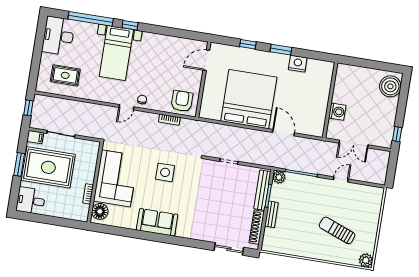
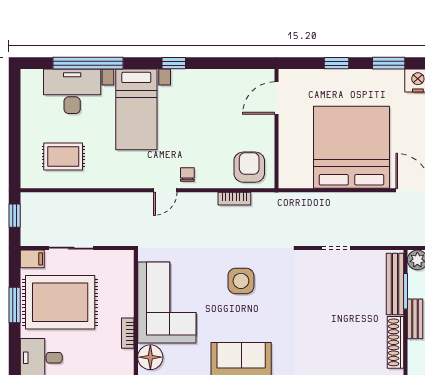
window: (130, 25) -> (174, 63), moved
desk: (58, 36) -> (72, 91), moved, turned 90

